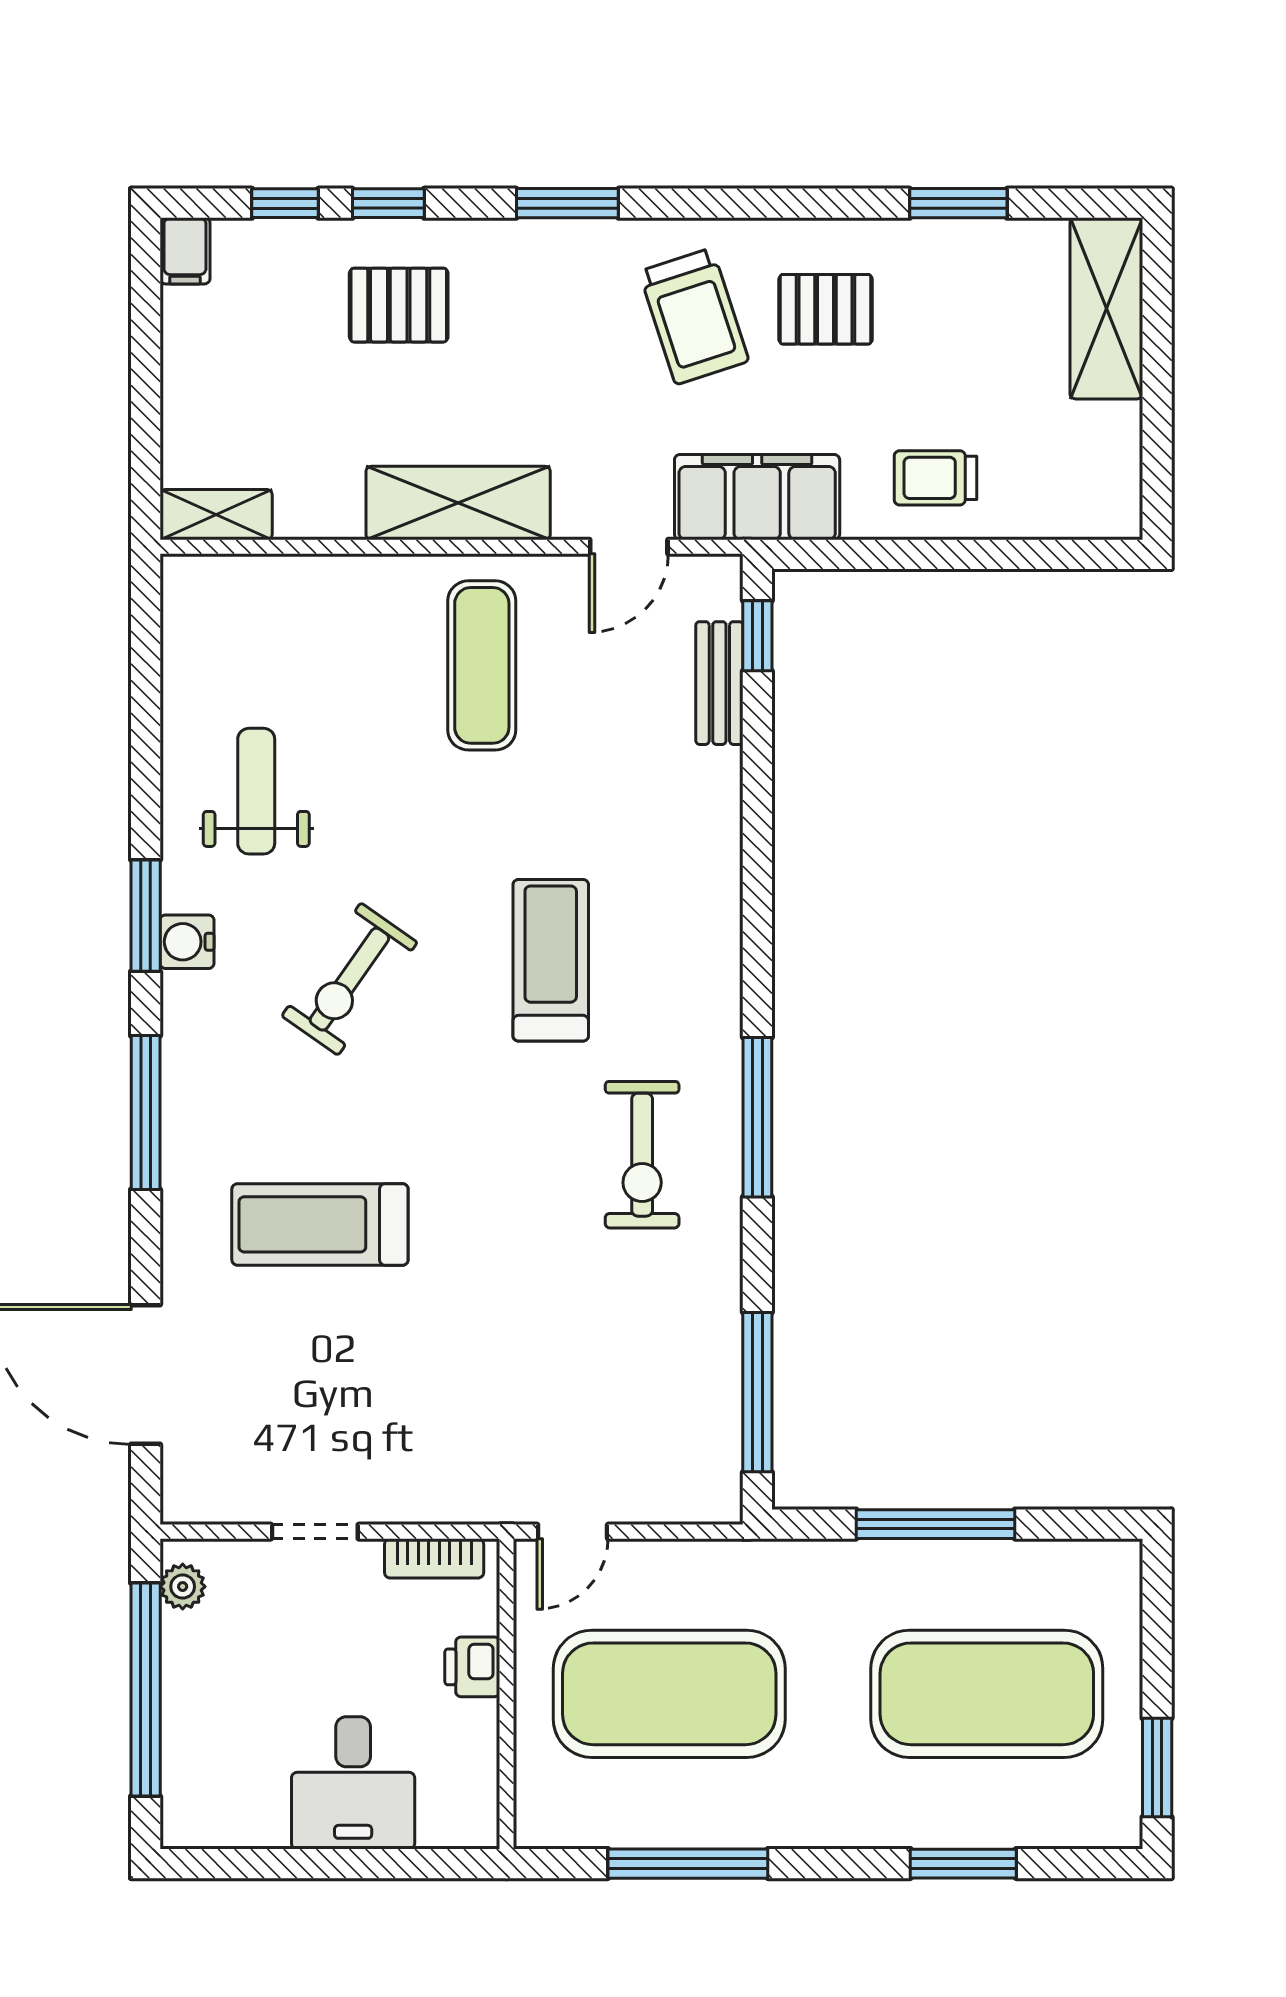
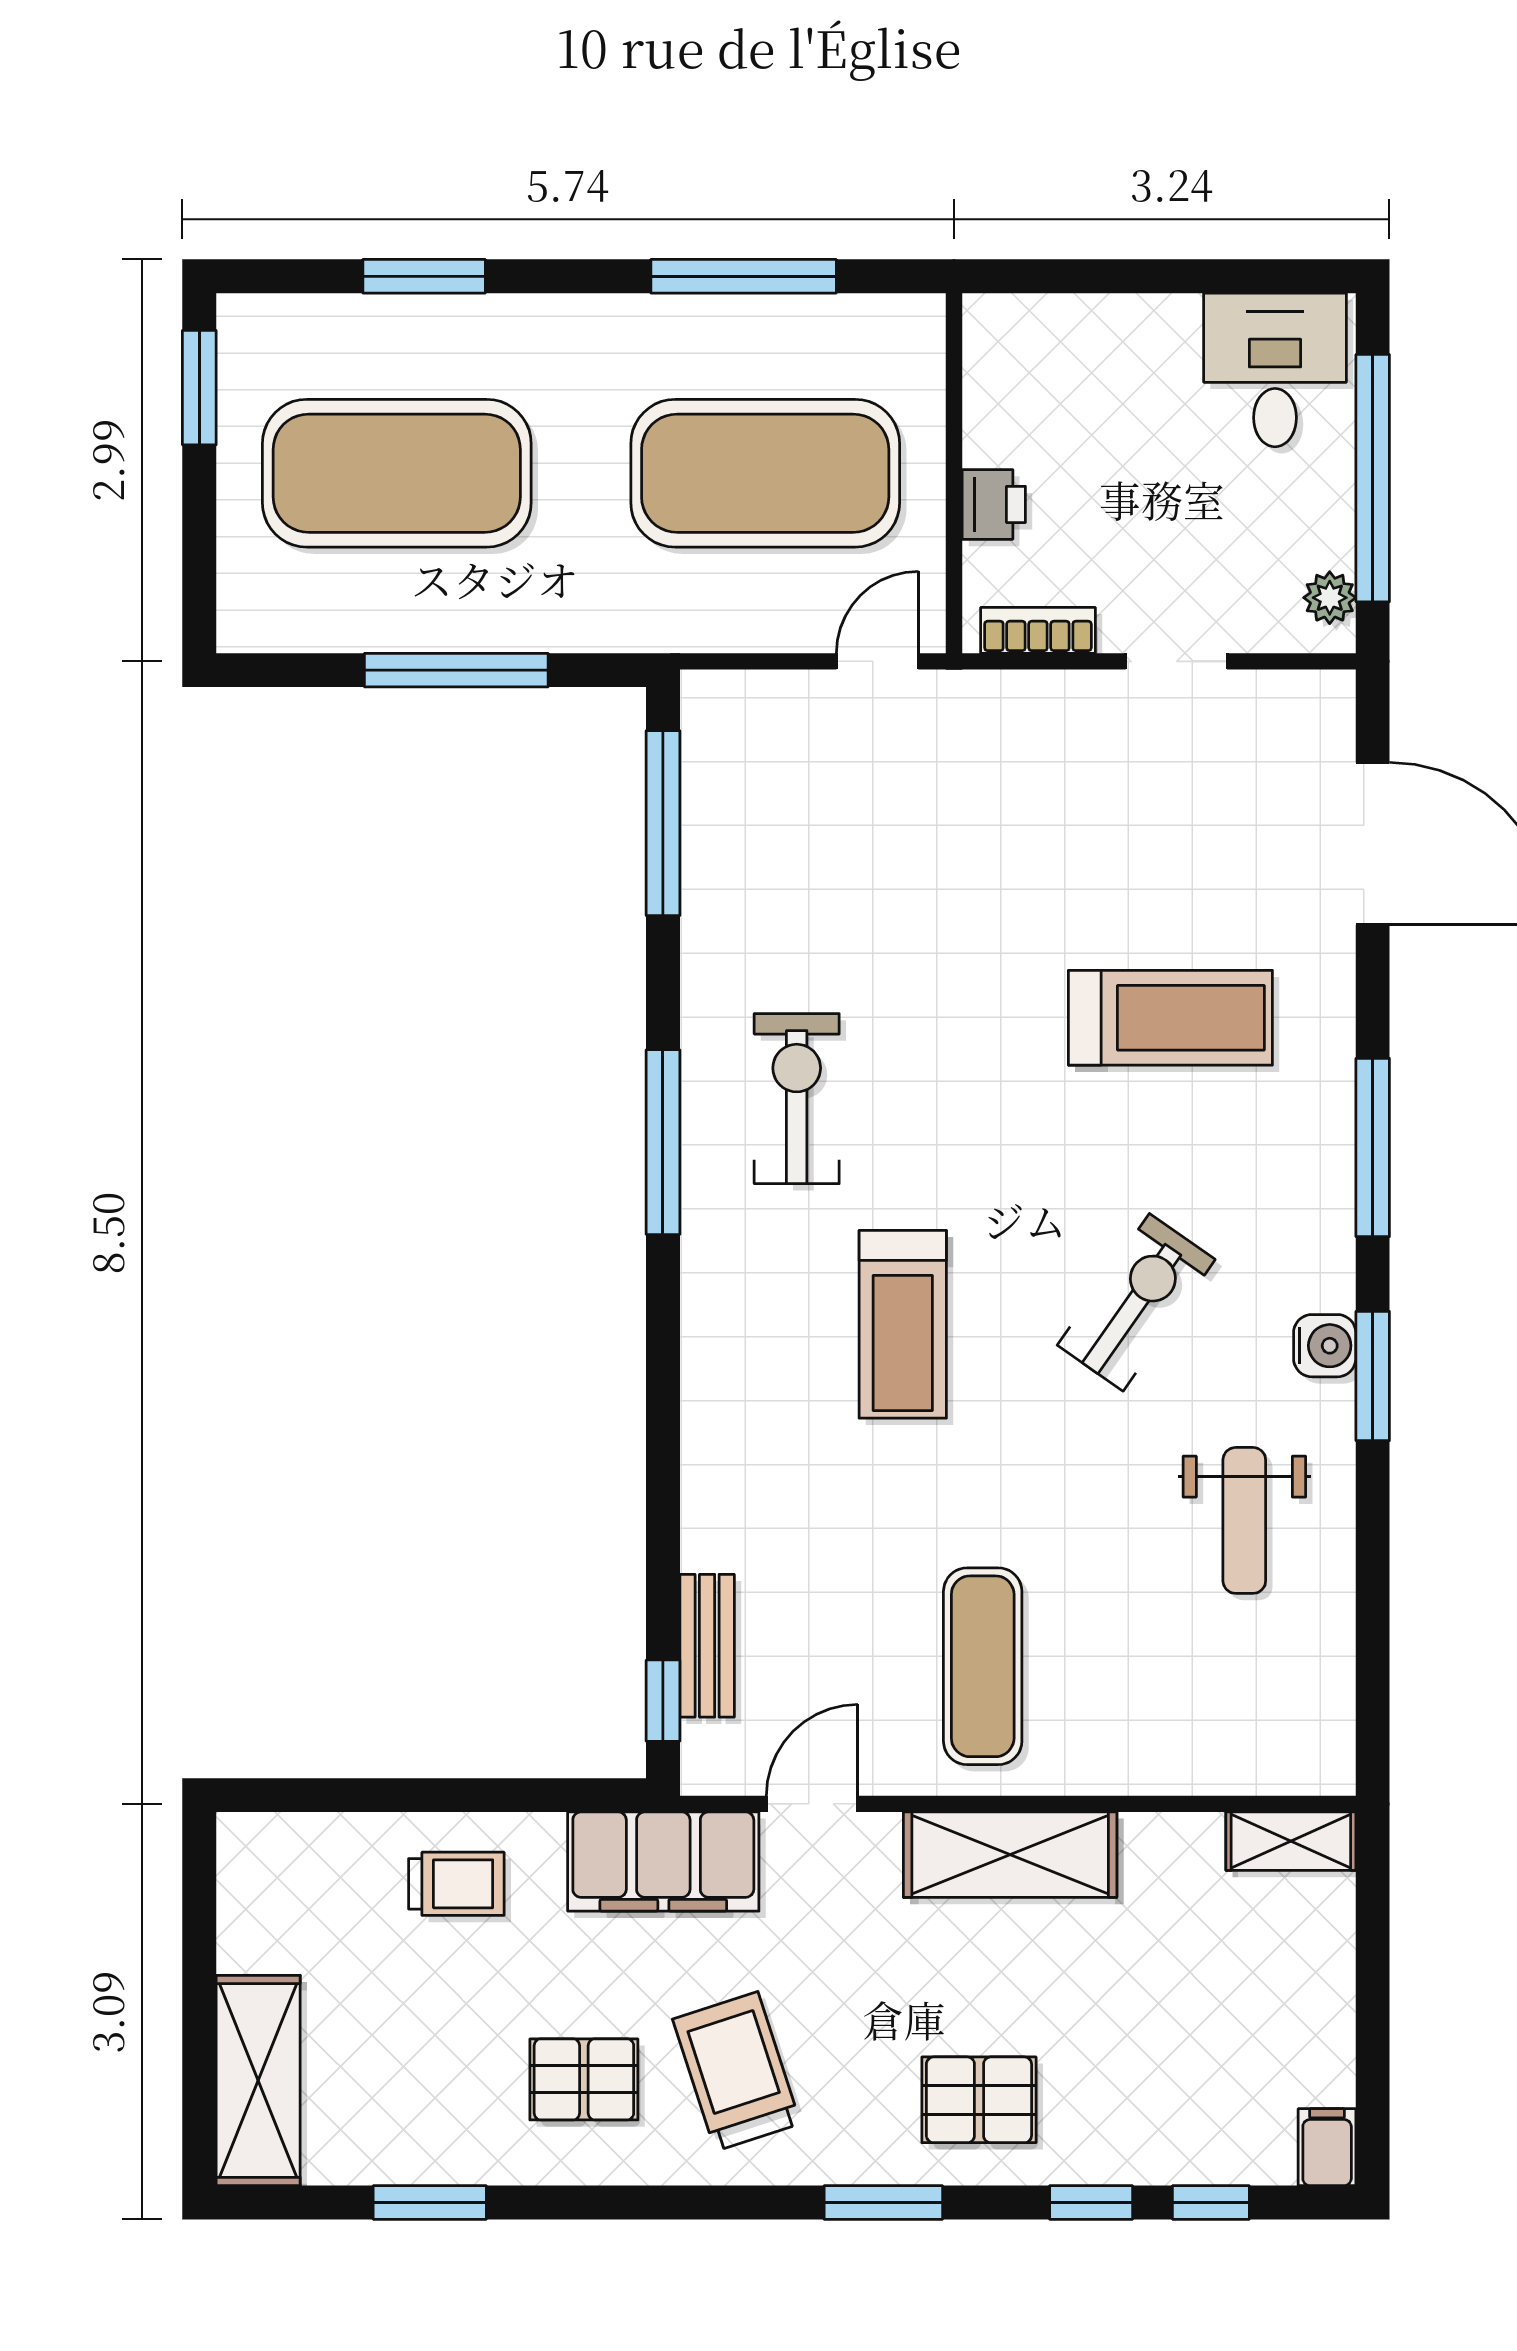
pallet: (399, 305) -> (979, 2100), moved
desk: (353, 1783) -> (1275, 370), moved

